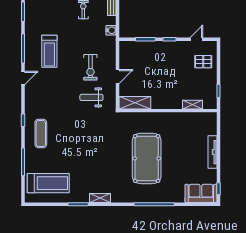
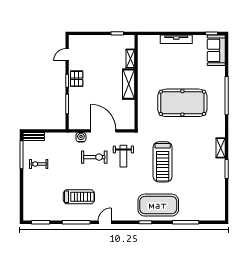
water cooler: (111, 30) -> (81, 137), moved
door: (196, 39) -> (67, 55), hinge flipped
pallet: (203, 62) -> (77, 79), moved
door: (118, 77) -> (103, 131), width x1.88
door: (23, 78) -> (105, 222), hinge flipped
shelving: (135, 103) -> (129, 84), moved
exercise mat: (41, 133) -> (158, 205), width x2.00, depth x1.45
treadmill: (48, 183) -> (163, 162), moved, turned 180

